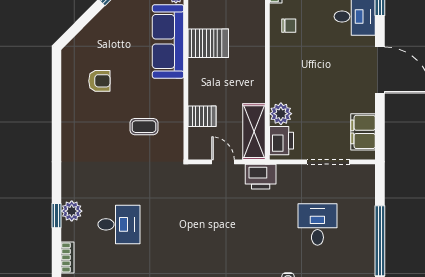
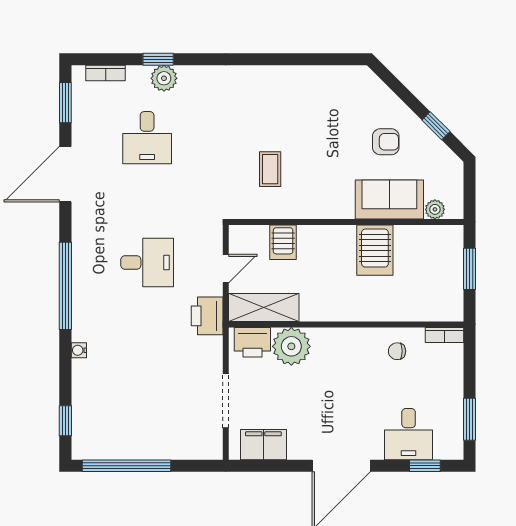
chair: (289, 26) -> (397, 351), turned 90
sofa: (168, 41) -> (389, 199), width x0.73
armchair: (99, 81) -> (386, 142), moved, turned -90
plant: (281, 114) -> (291, 346), width x1.36, depth x1.36
desk: (317, 224) -> (147, 262), moved

